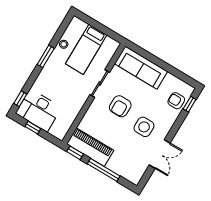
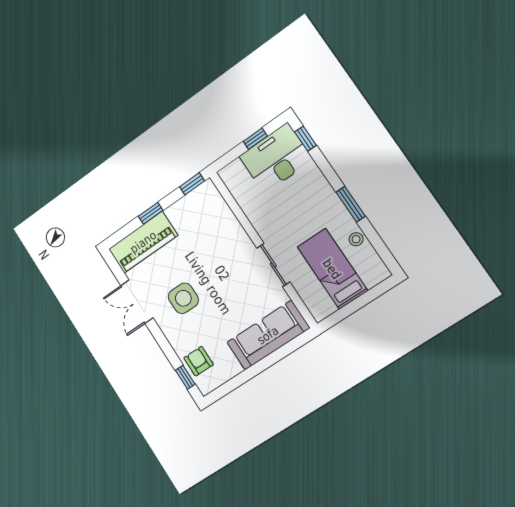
armchair: (176, 101) -> (199, 361), turned -90
armchair: (120, 106) -> (227, 279), removed
piano: (90, 147) -> (143, 242), moved
window: (104, 170) -> (151, 213), width x0.46

